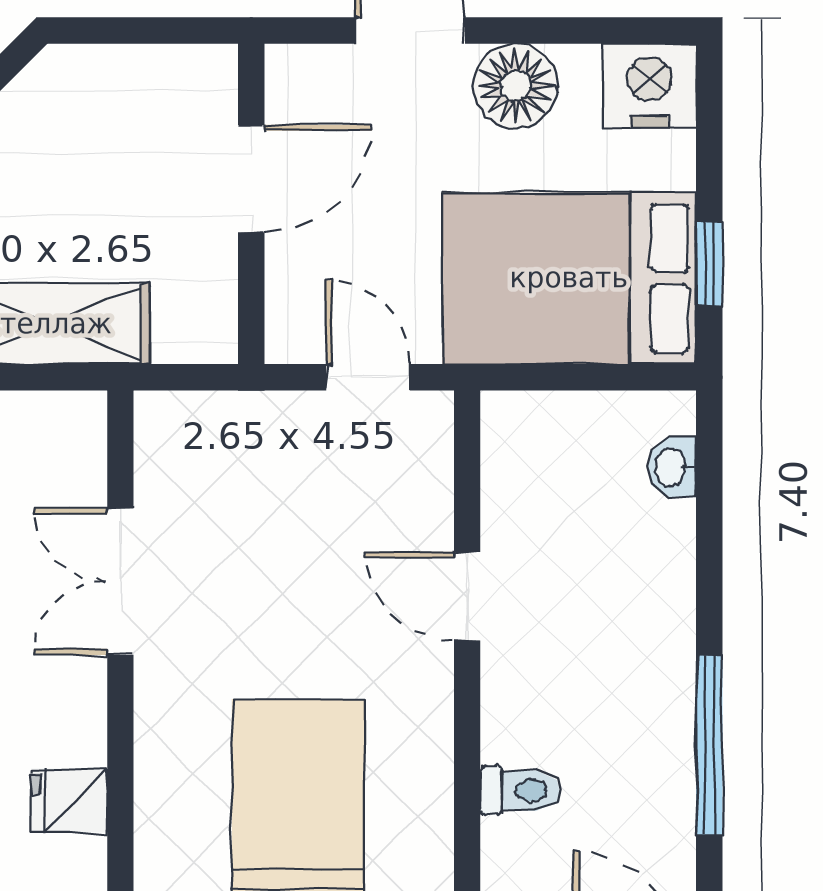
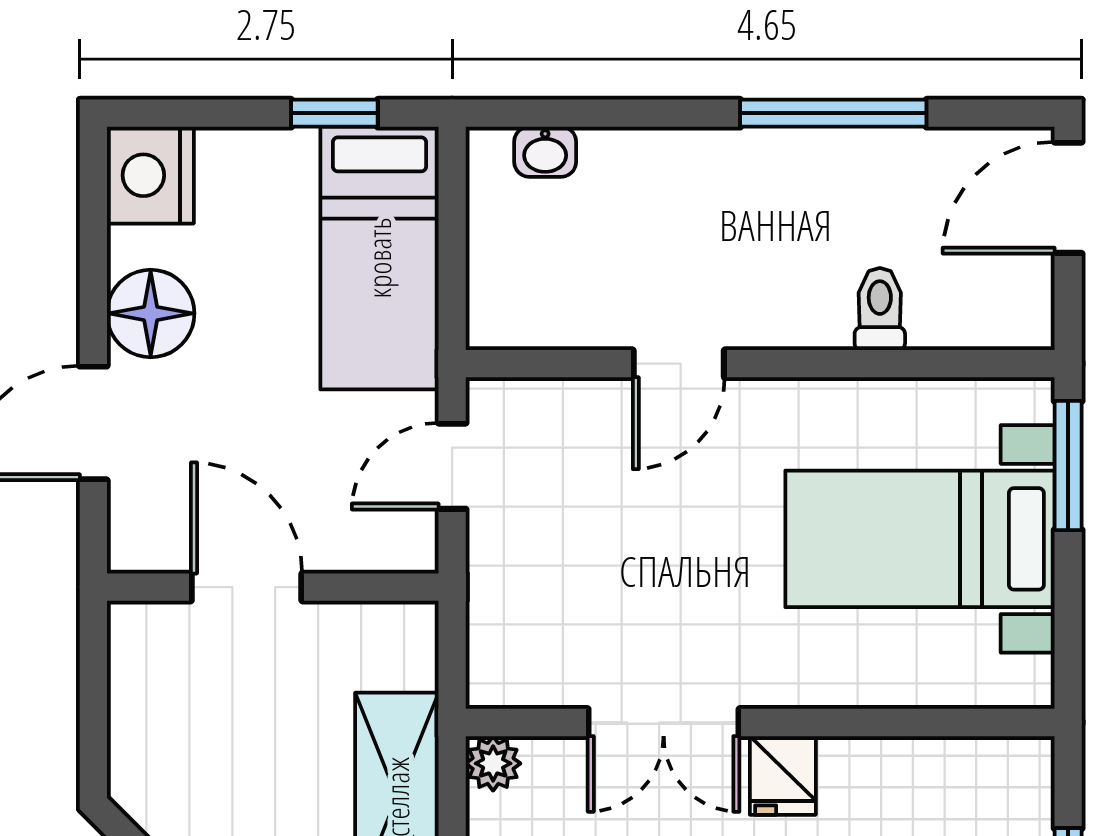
bed: (569, 278) -> (379, 258), width x0.67
plant: (81, 417) -> (493, 763), added
fridge: (69, 801) -> (783, 775), moved

